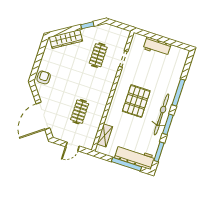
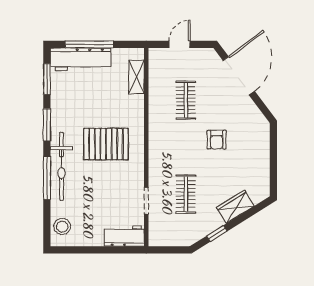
wardrobe: (66, 39) -> (235, 207), width x0.67
workbench: (157, 47) -> (124, 236), moved
stool: (179, 60) -> (62, 227), added
armchair: (44, 77) -> (217, 140), moved
pallet: (136, 101) -> (106, 144), turned 90
bicycle: (161, 114) -> (62, 166), moved

